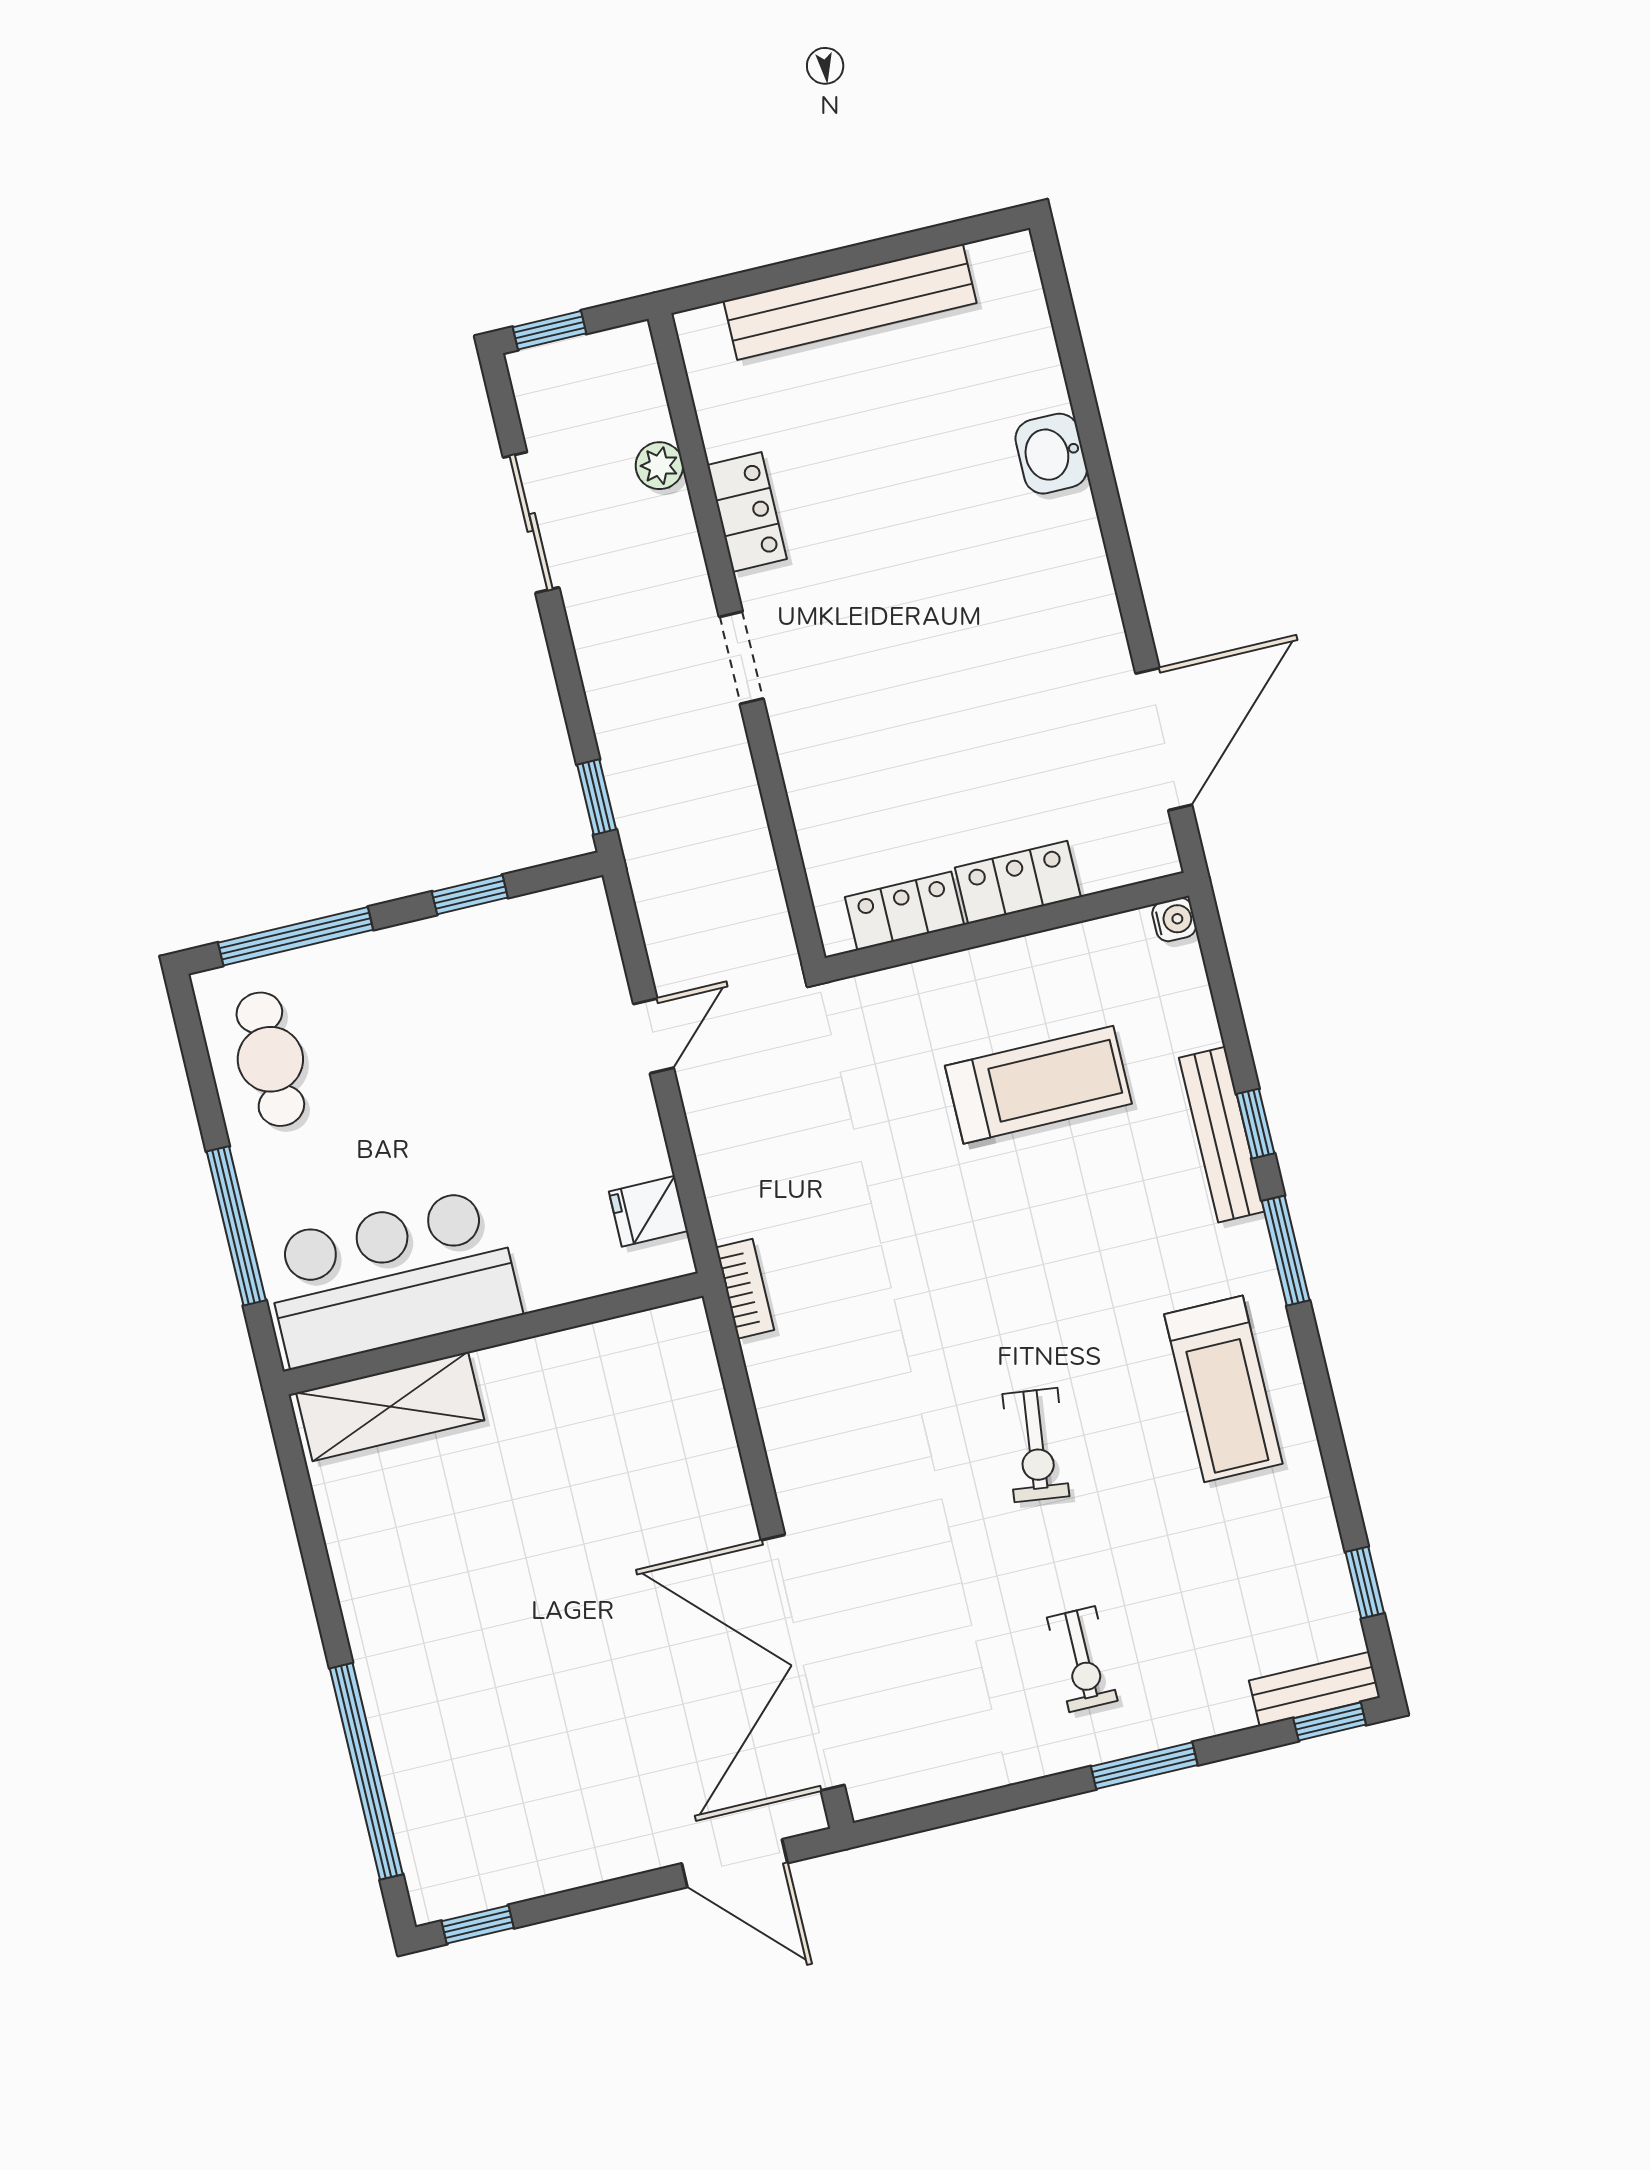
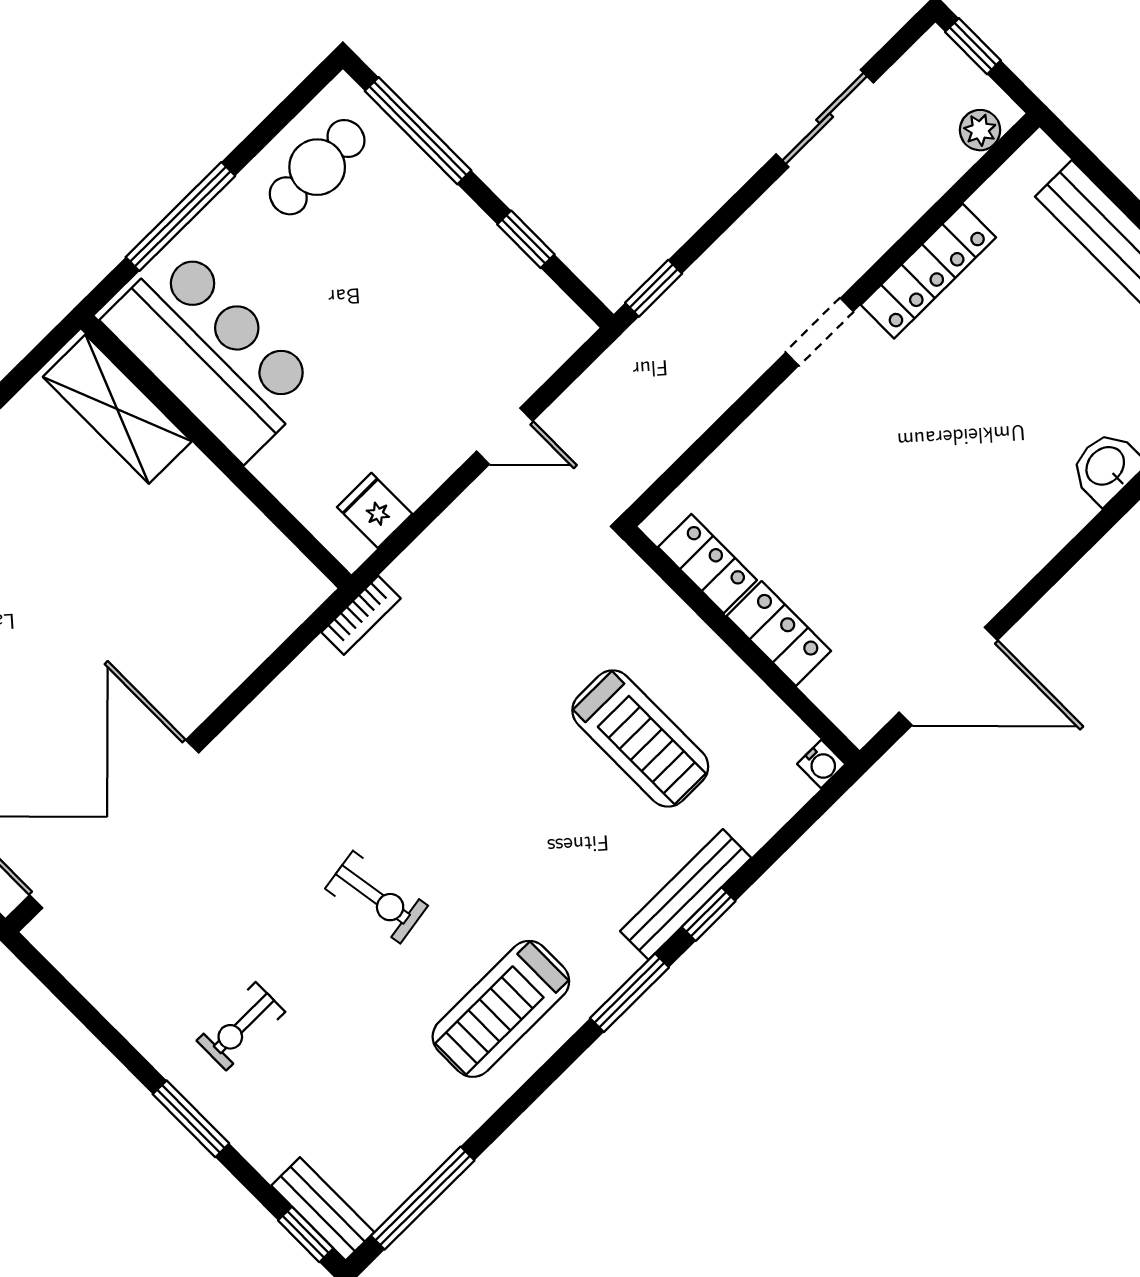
plant: (659, 466) -> (980, 130), moved
locker: (747, 512) -> (928, 271), width x1.53
exercise bike: (1036, 1445) -> (377, 897), turned -106
window: (1365, 1583) -> (423, 1198), width x2.17

